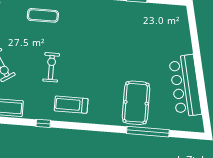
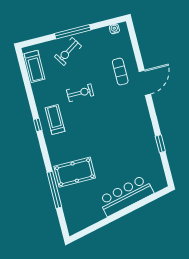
bar counter: (185, 86) -> (126, 196), moved
window: (43, 123) -> (38, 125), moved

